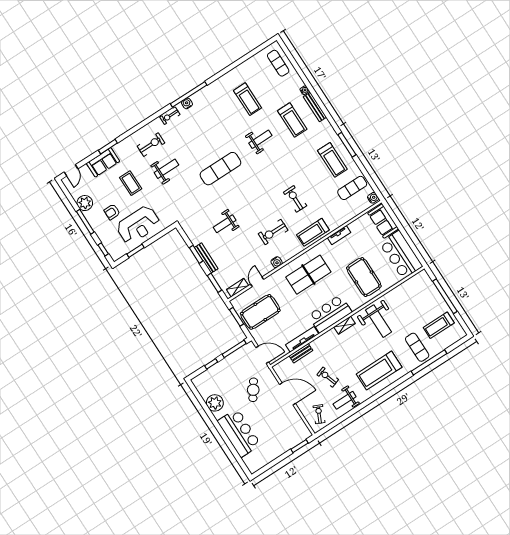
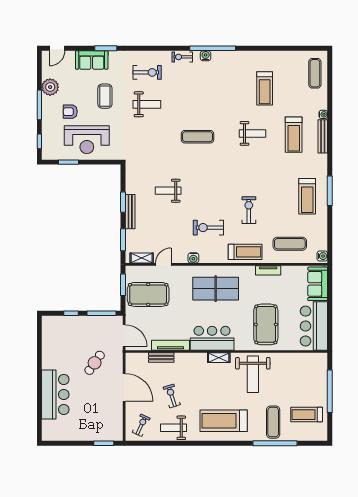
exercise mat: (220, 169) -> (197, 137), width x0.73, depth x0.69
exercise mat: (352, 188) -> (290, 244), moved
treadmill: (313, 232) -> (245, 252), turned 180
plant: (215, 403) -> (51, 352), removed

